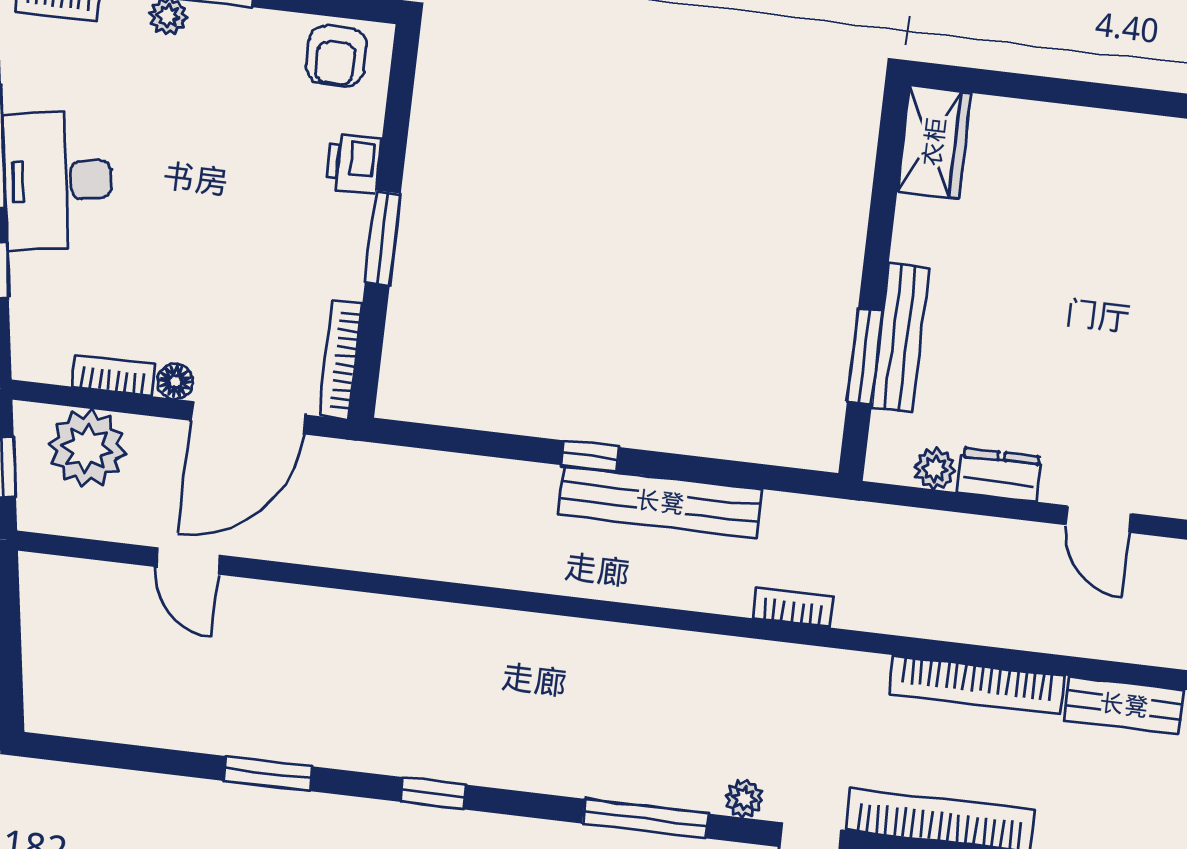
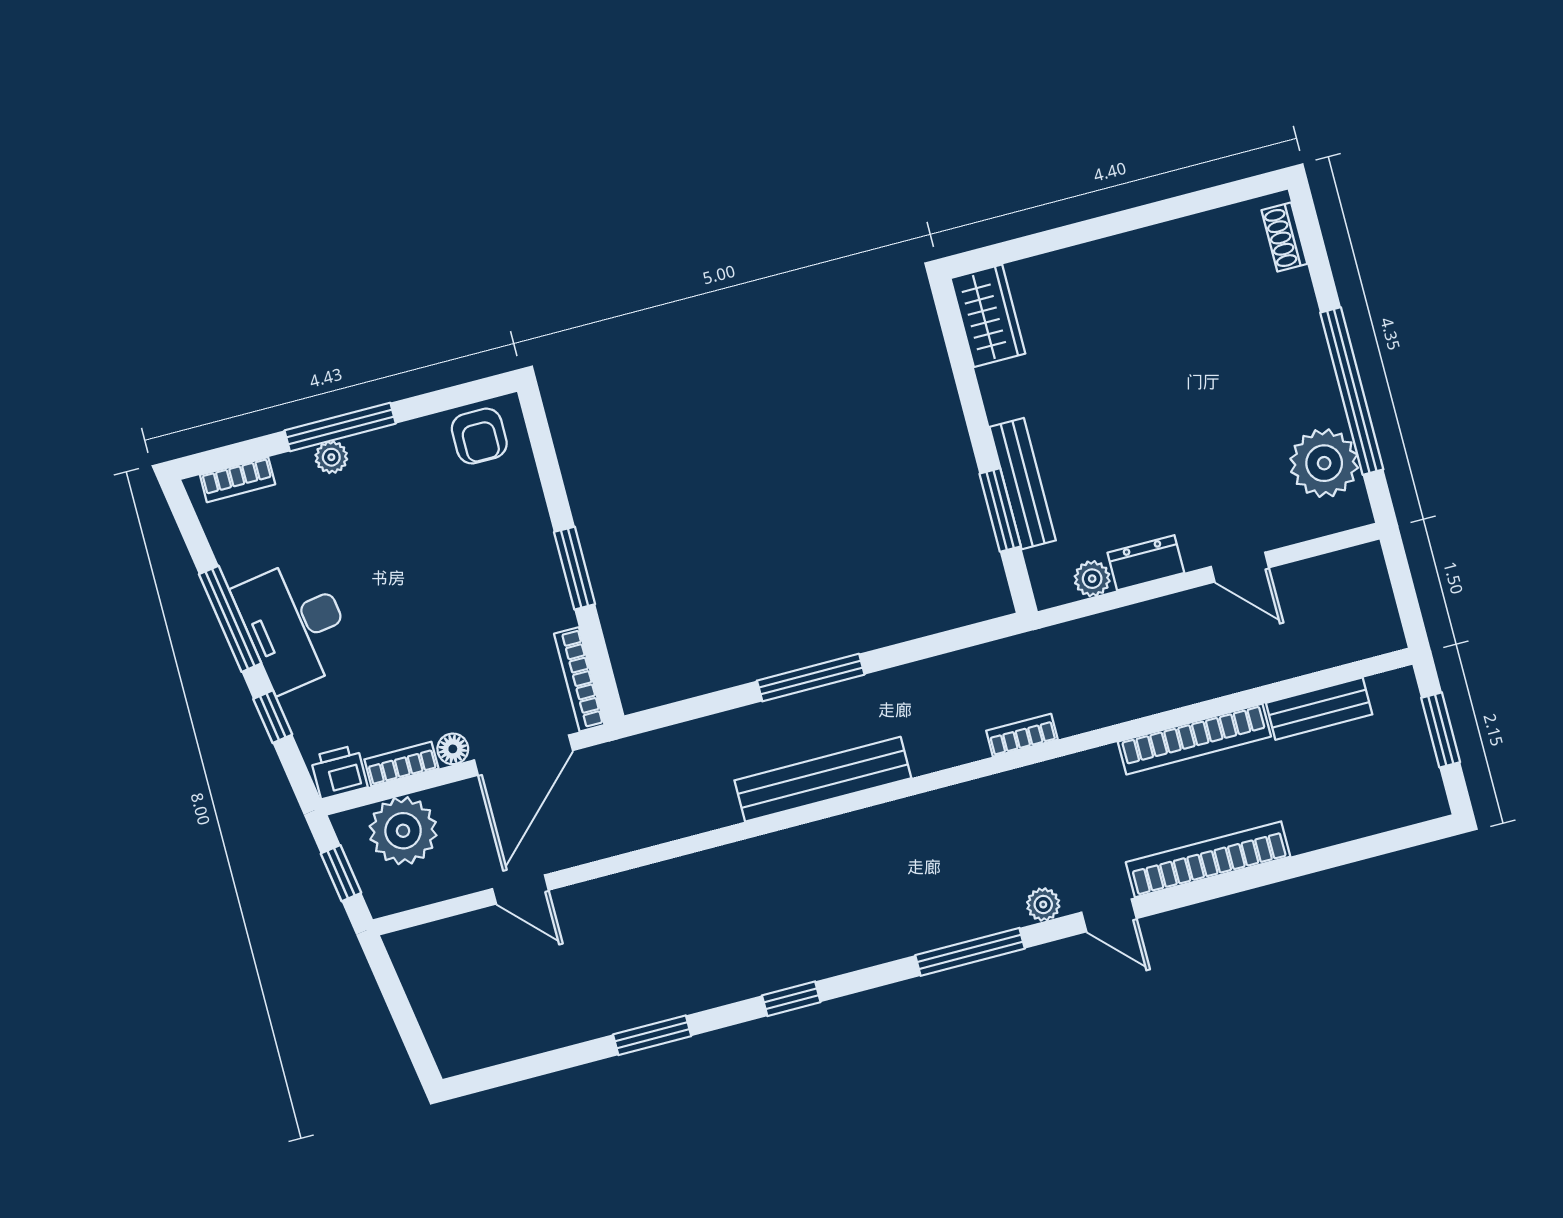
printer: (353, 163) -> (339, 772), moved, turned 90
window: (590, 456) -> (811, 678), width x2.17
bench: (660, 502) -> (823, 779), moved

